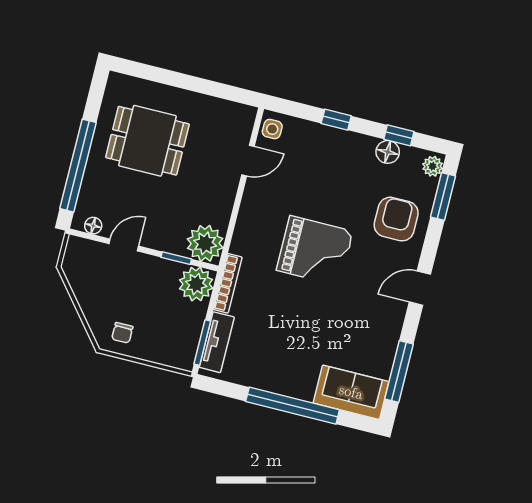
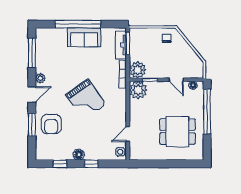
floor lamp: (388, 152) -> (79, 155), moved
plant: (433, 166) -> (40, 78), moved
window: (443, 196) -> (32, 125), moved
door: (124, 245) -> (176, 80), hinge flipped
grand piano: (315, 251) -> (86, 100), turned -125
sofa: (351, 392) -> (84, 37), moved

